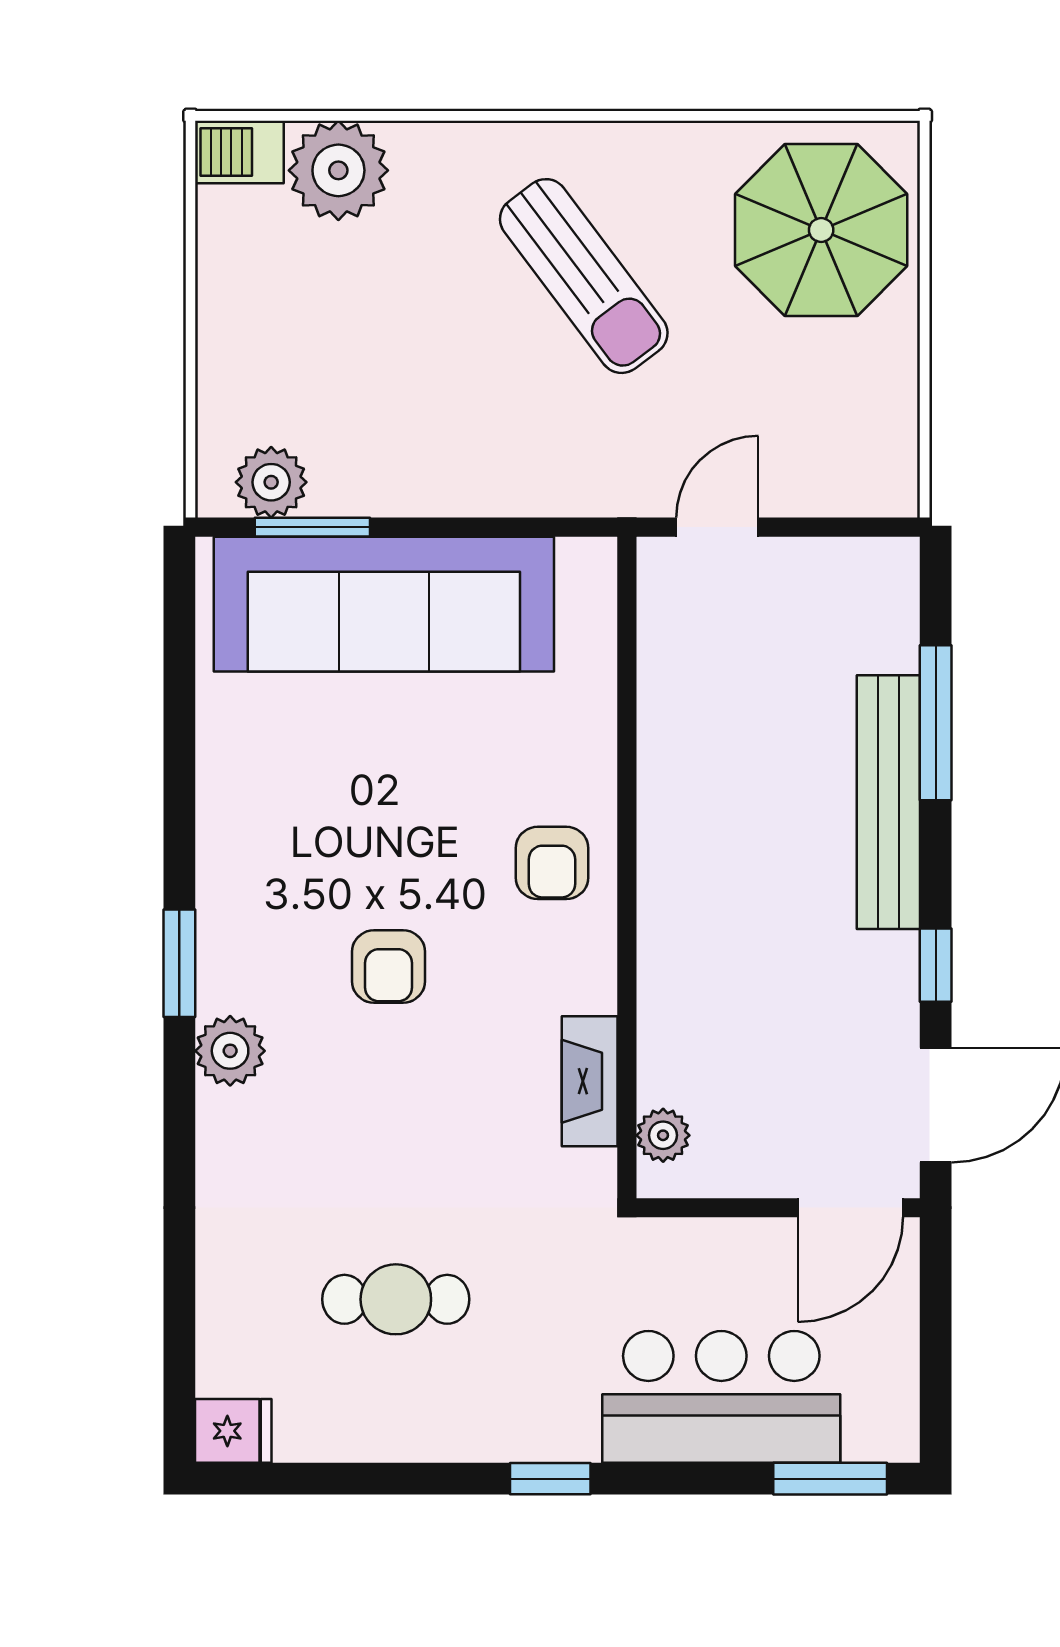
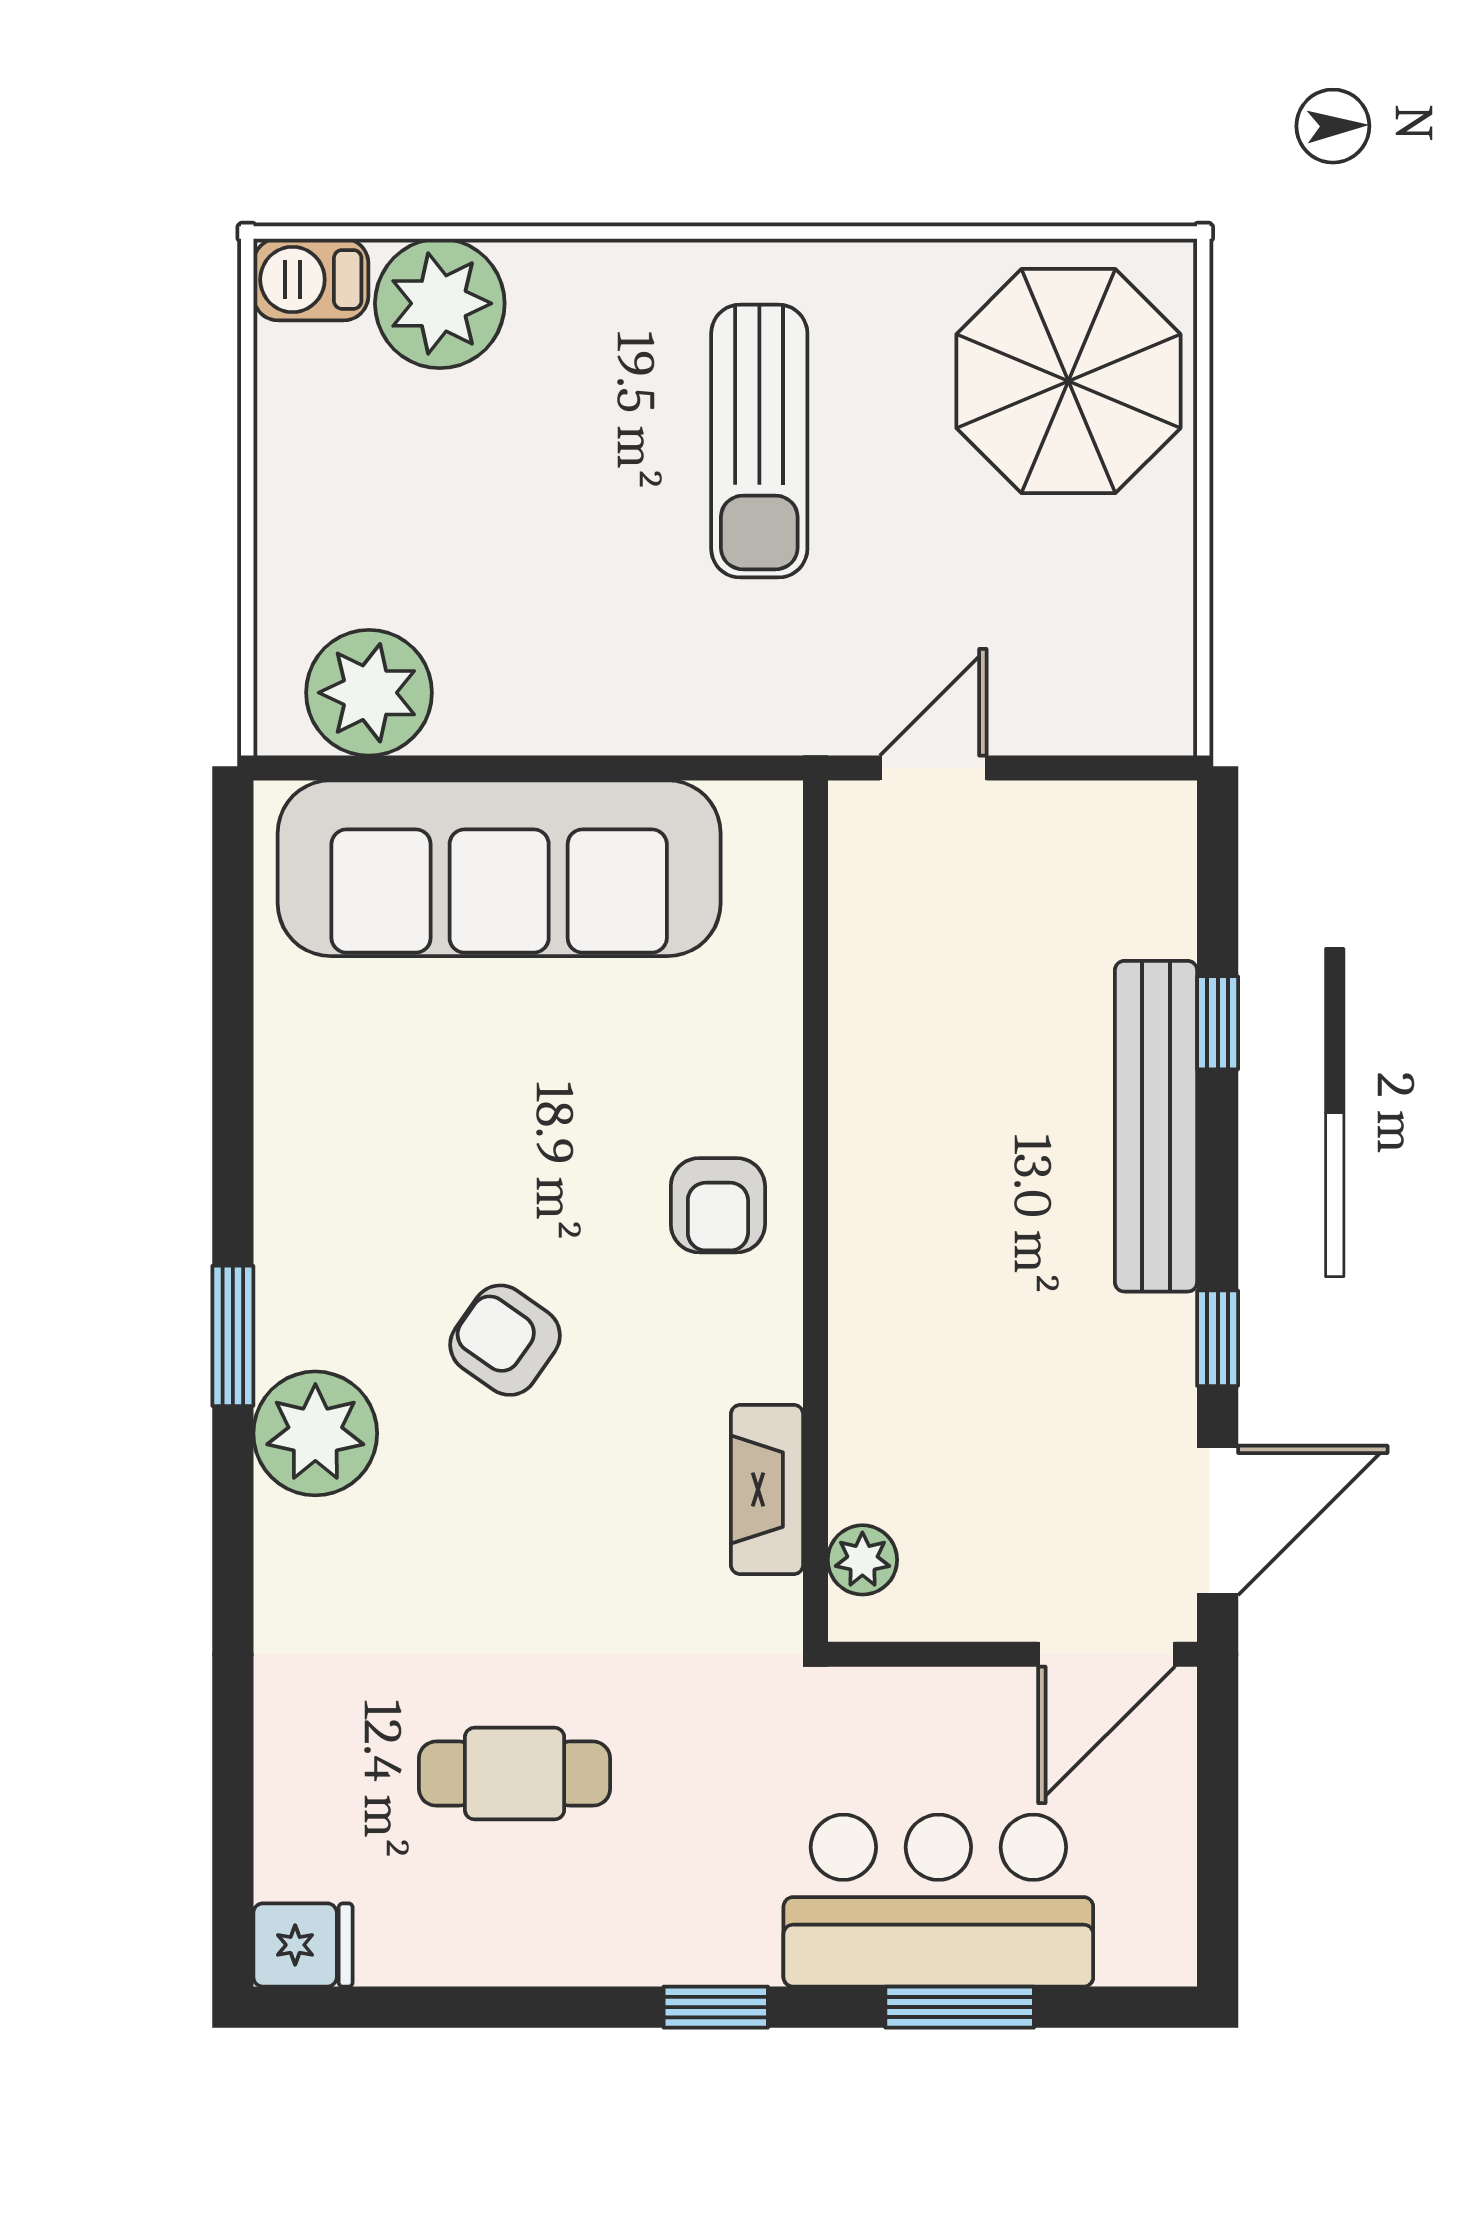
sun lounger: (584, 276) -> (759, 441), turned 37
plant: (271, 482) -> (369, 693), width x1.36, depth x1.36
window: (312, 527) -> (406, 768), removed
window: (936, 723) -> (1218, 1023), width x0.46
armchair: (389, 967) -> (505, 1340), turned 125
plant: (230, 1051) -> (315, 1433), width x1.36, depth x1.36
window: (830, 1479) -> (960, 2007), moved

